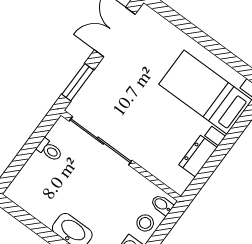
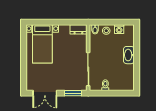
dresser: (198, 156) -> (78, 29), moved

